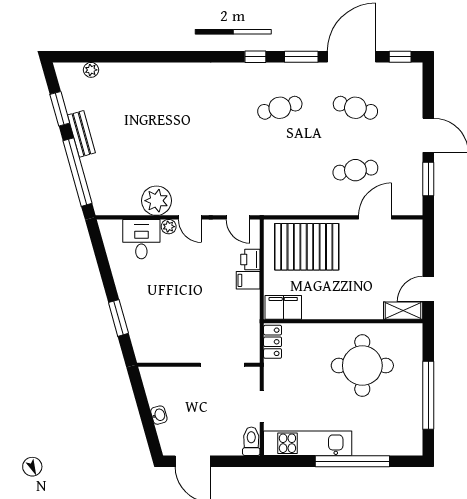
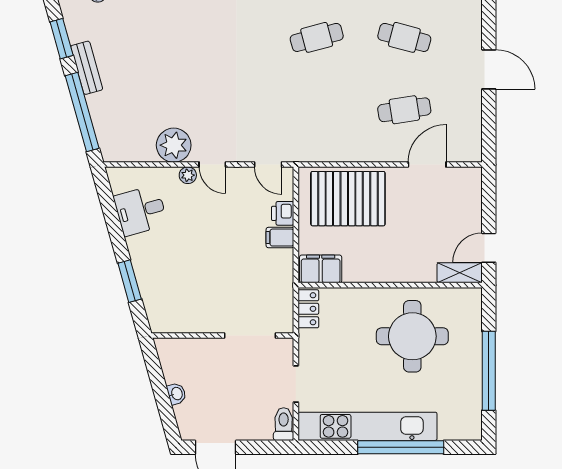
window: (428, 179) -> (489, 120), removed
desk: (141, 239) -> (141, 211), moved, turned -106
kitchen unit: (308, 443) -> (367, 426), width x1.36

